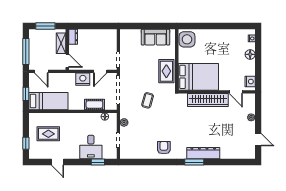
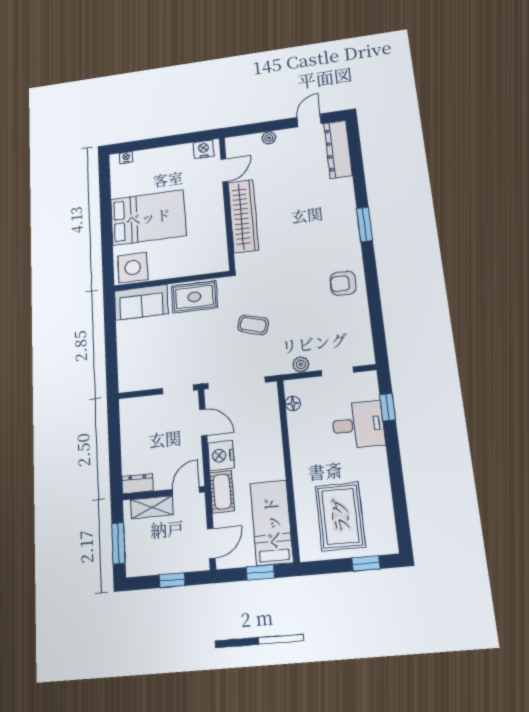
sofa: (155, 37) -> (141, 302), moved, turned 90
window: (26, 51) -> (172, 580), width x0.46
floor lamp: (250, 54) -> (155, 156), removed
bed: (198, 77) -> (148, 217), moved, turned 90
cot: (94, 104) -> (222, 492), moved
rug: (48, 134) -> (340, 516), width x1.36, depth x1.43
dresser: (203, 153) -> (338, 149), moved
door: (58, 162) -> (398, 491), removed

